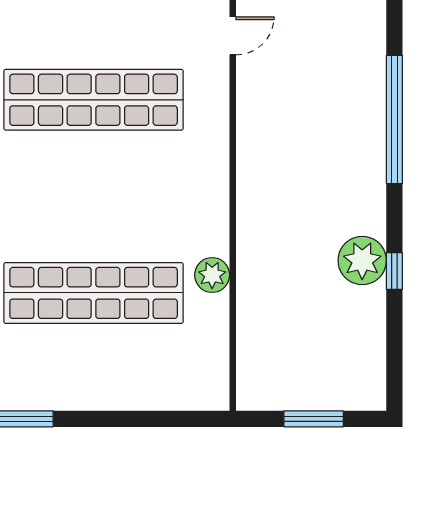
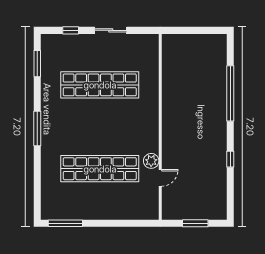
door: (233, 36) -> (160, 178), moved
plant: (362, 260) -> (216, 155), removed

